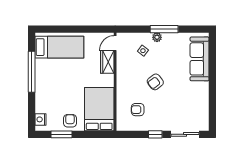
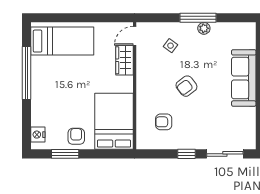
plant: (157, 37) -> (204, 28), moved
sofa: (200, 59) -> (244, 78), moved

